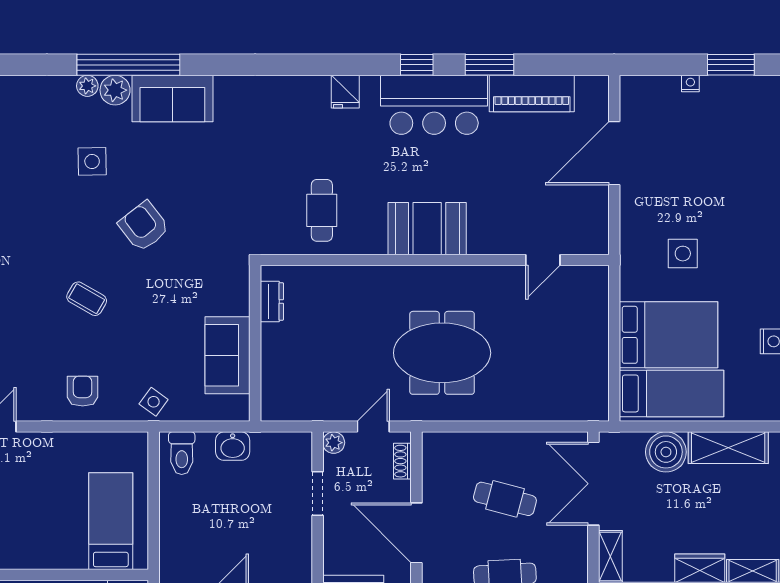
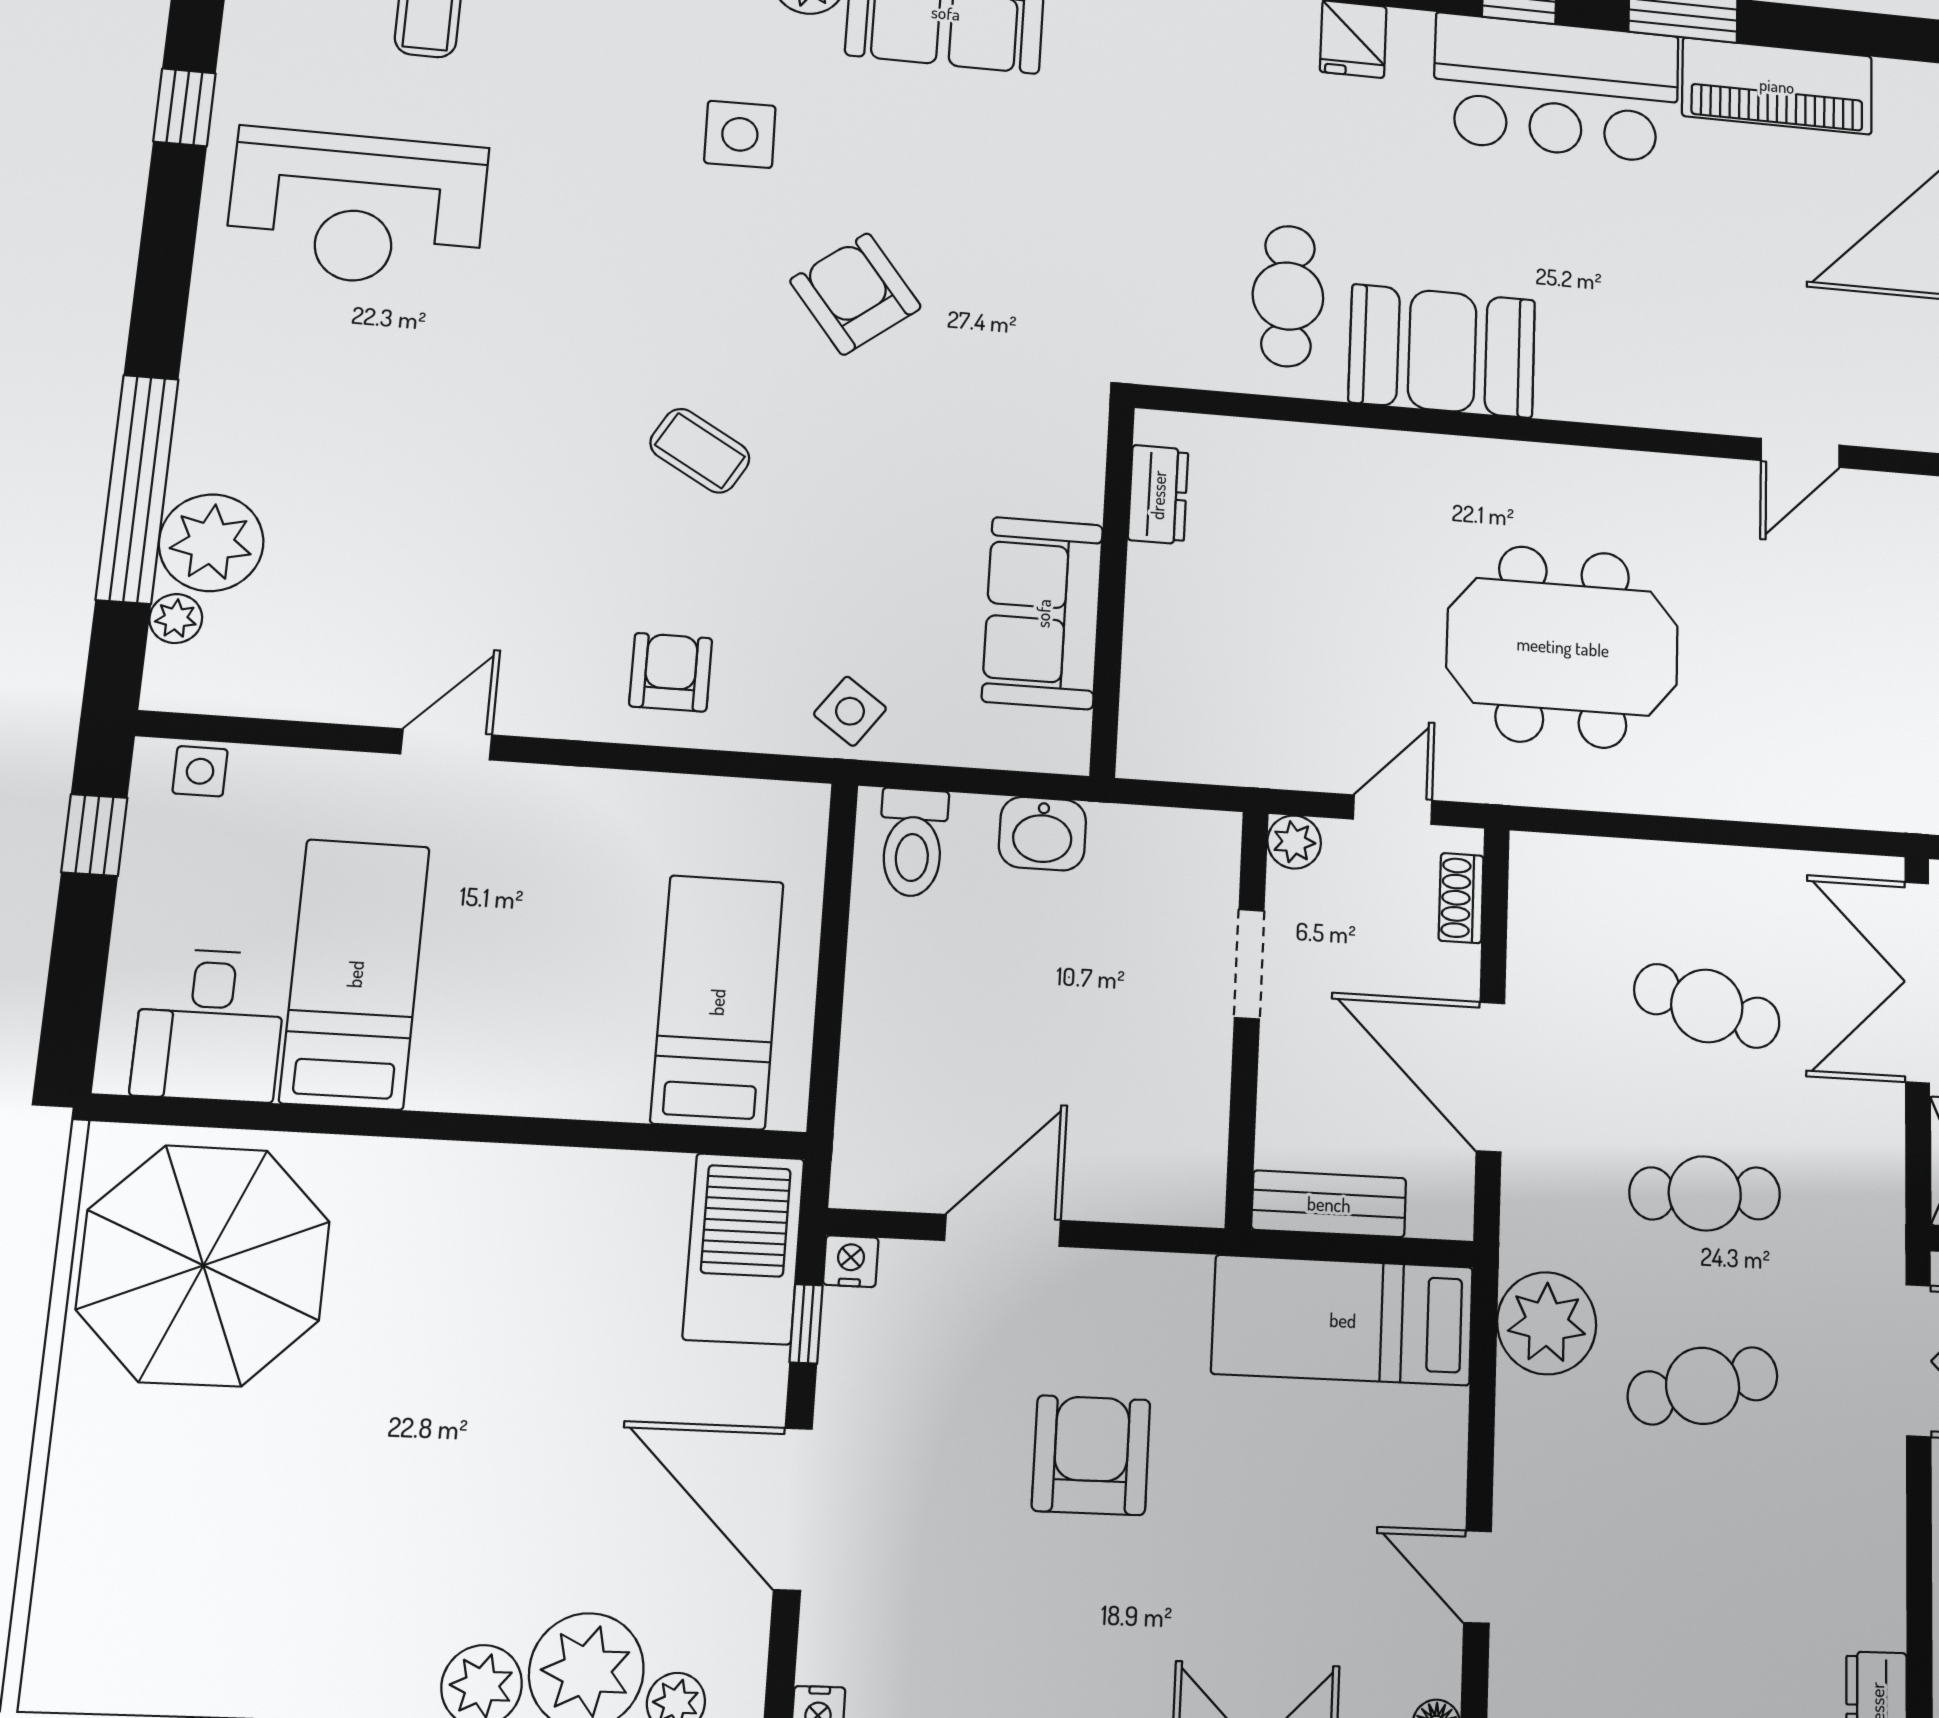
booth: (427, 229) -> (1442, 351), moved

